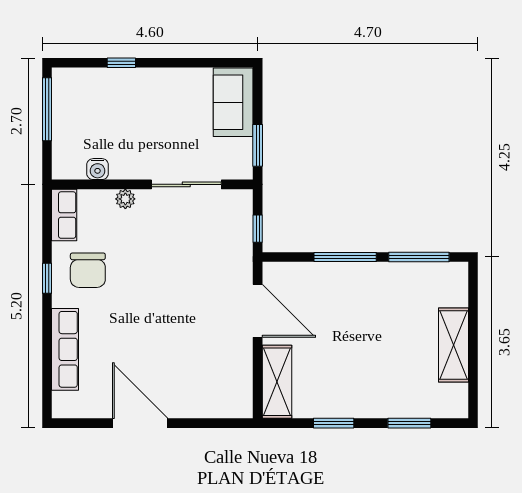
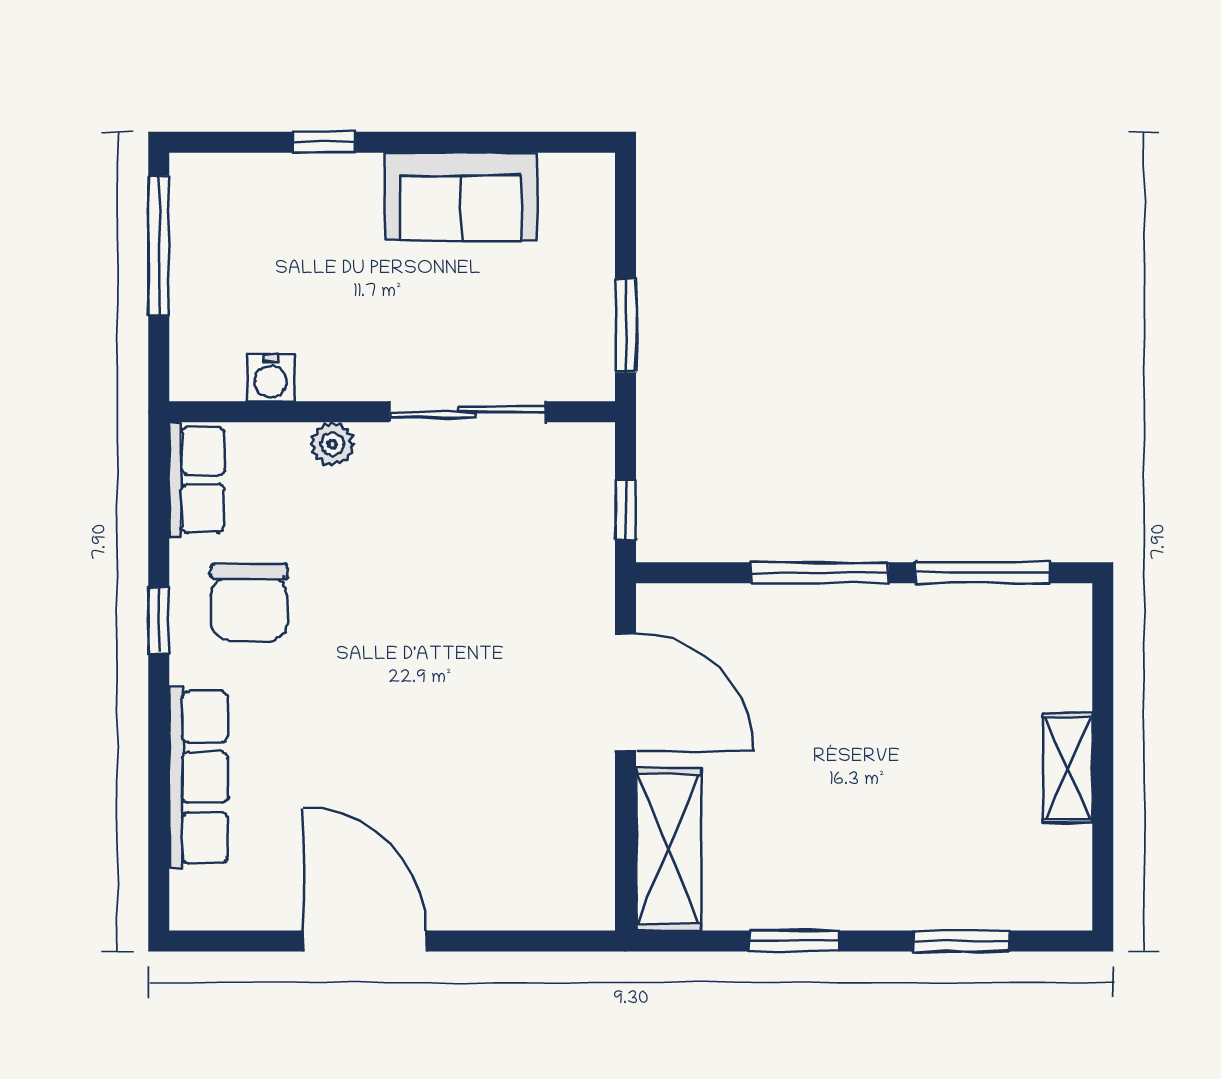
sofa: (233, 102) -> (461, 196), moved, turned -90
shelving: (453, 345) -> (1068, 768), width x0.67, depth x0.75

